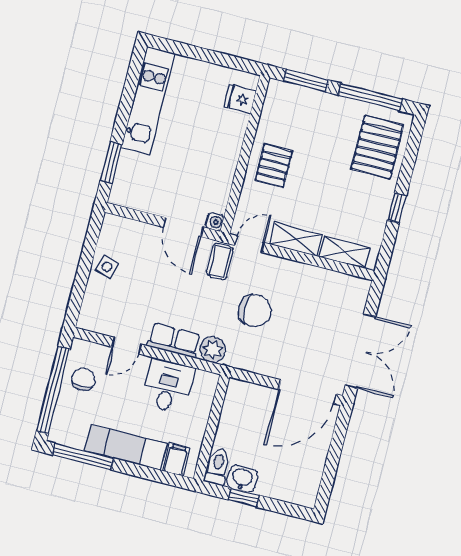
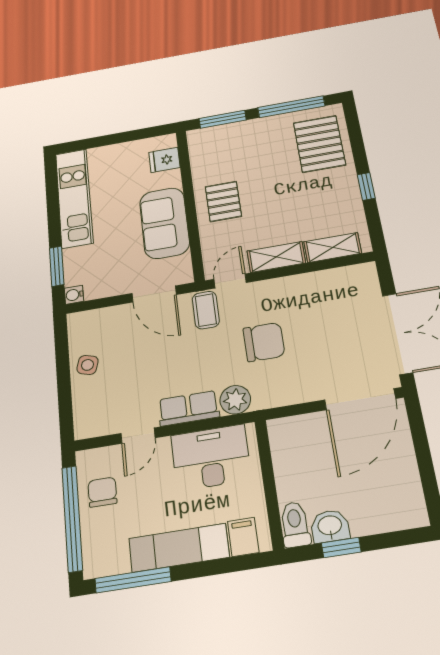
sofa: (217, 163) -> (164, 223), added
water cooler: (214, 222) -> (74, 295), moved, turned 180
desk: (168, 386) -> (211, 457), width x1.37

